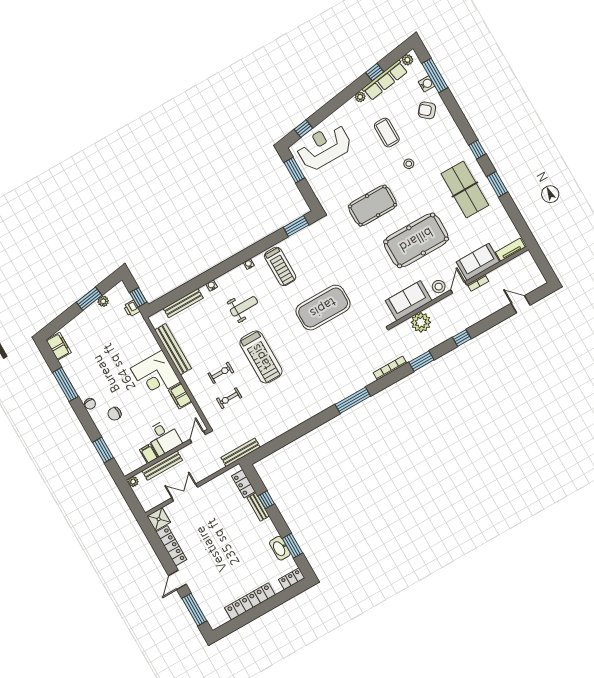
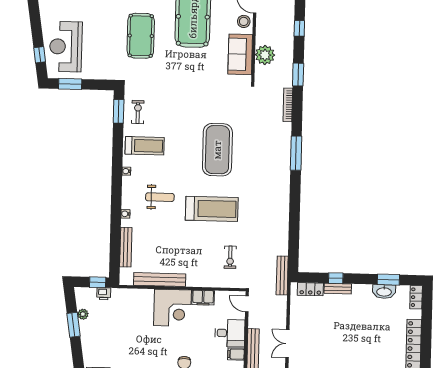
weight bench: (244, 306) -> (160, 197), turned 90
exercise mat: (323, 308) -> (217, 150), moved
exercise bike: (221, 373) -> (138, 112), moved

